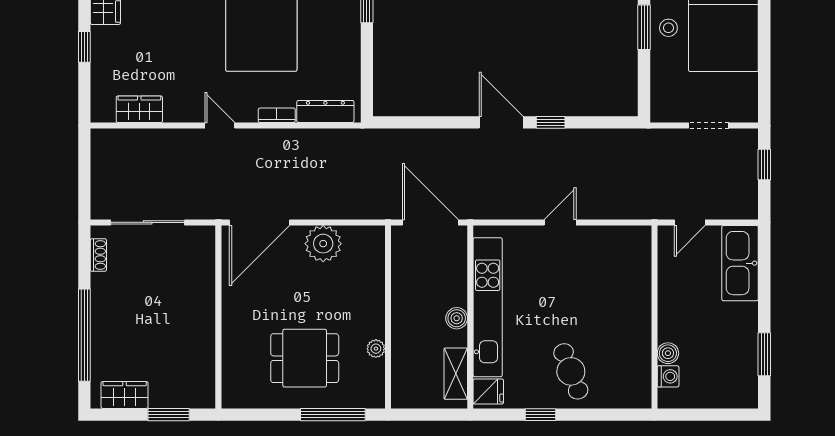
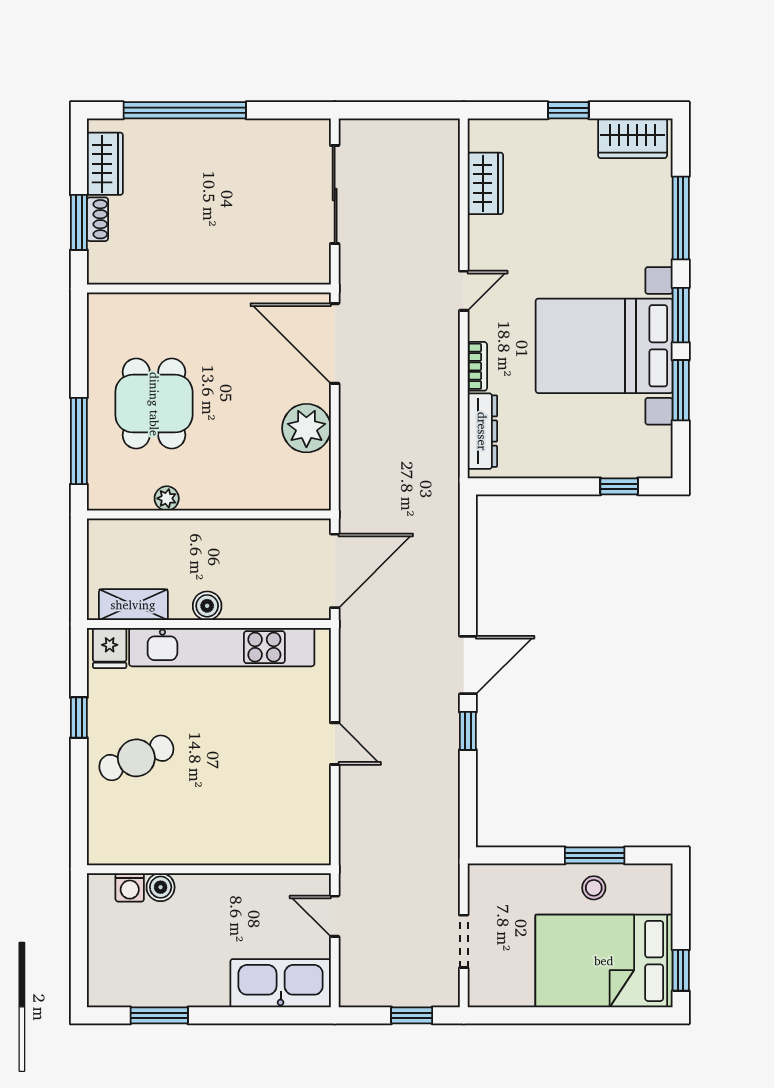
shoe rack: (98, 255) -> (97, 219), moved, turned -90

